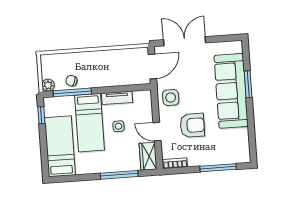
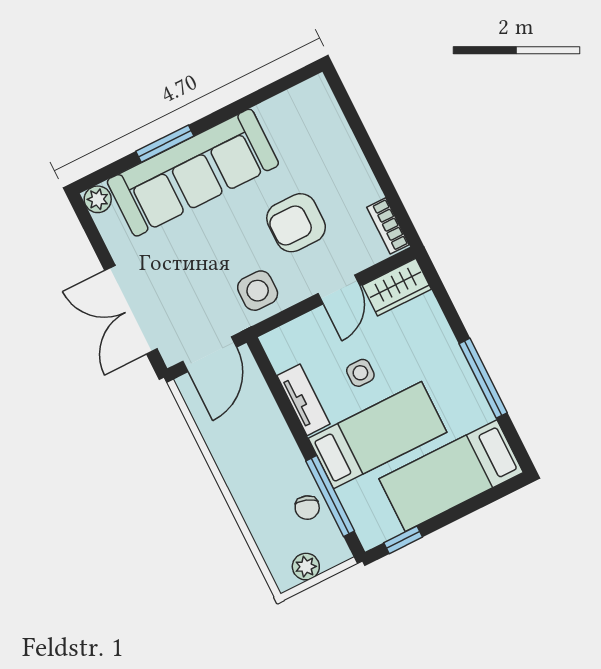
plant: (236, 47) -> (98, 199), added
door: (152, 67) -> (210, 354), swing flipped
plant: (48, 85) -> (306, 567), moved
armchair: (192, 125) -> (296, 223), turned -90
window: (218, 168) -> (361, 134), removed
window: (119, 175) -> (483, 378), moved

